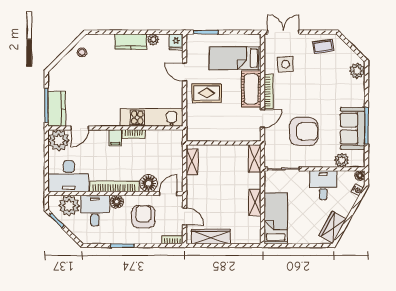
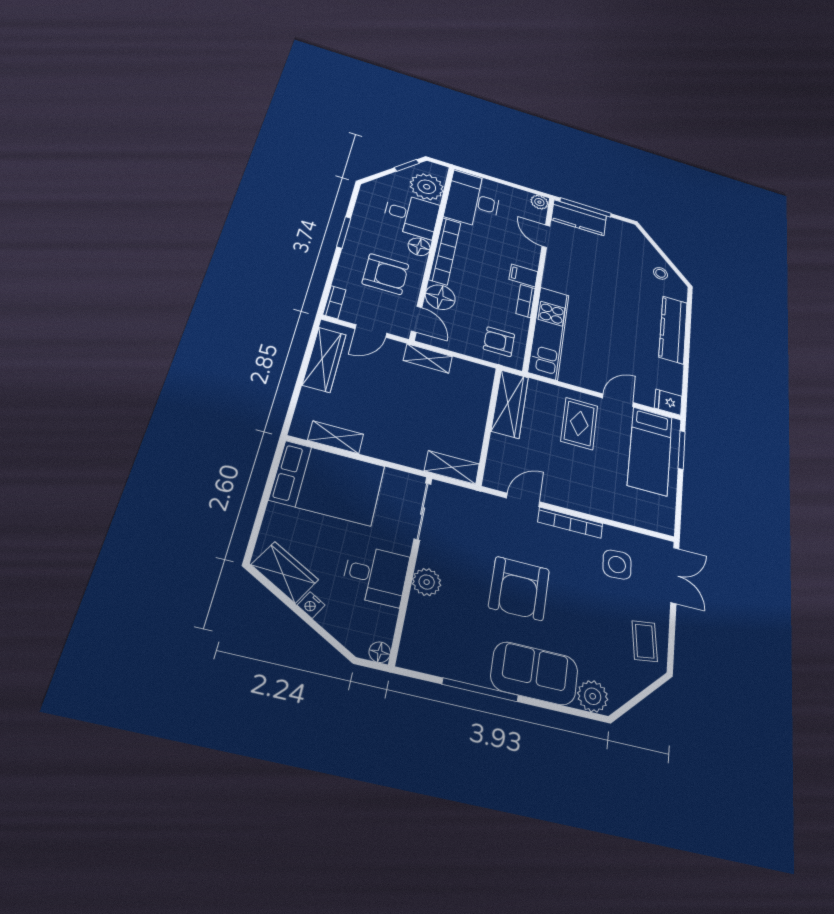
plant: (153, 39) -> (674, 371), removed
kitchen counter: (131, 42) -> (673, 330), width x1.50
bed: (235, 58) -> (650, 451), moved, turned 180
cot: (251, 89) -> (578, 495), removed
door: (263, 118) -> (523, 500), swing flipped
sofa: (353, 128) -> (534, 673), moved
armchair: (304, 131) -> (519, 588), moved
wardrobe: (207, 133) -> (510, 404), added
plant: (59, 140) -> (539, 202), width x0.53, depth x0.53
armchair: (168, 145) -> (499, 342), added
plant: (342, 160) -> (427, 582), moved
shelving: (192, 162) -> (428, 358), moved
nightstand: (357, 190) -> (311, 605), moved
shelving: (255, 202) -> (336, 437), moved
bed: (276, 218) -> (328, 483), width x1.50

